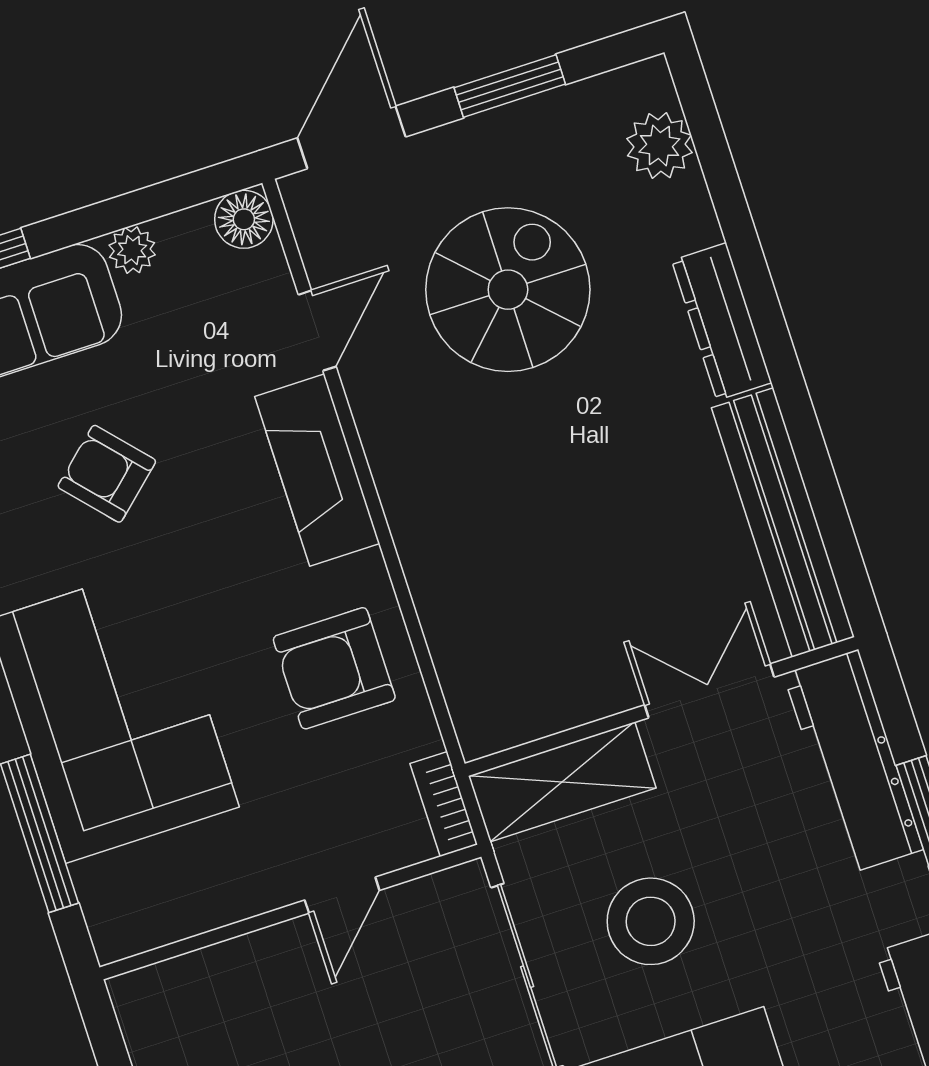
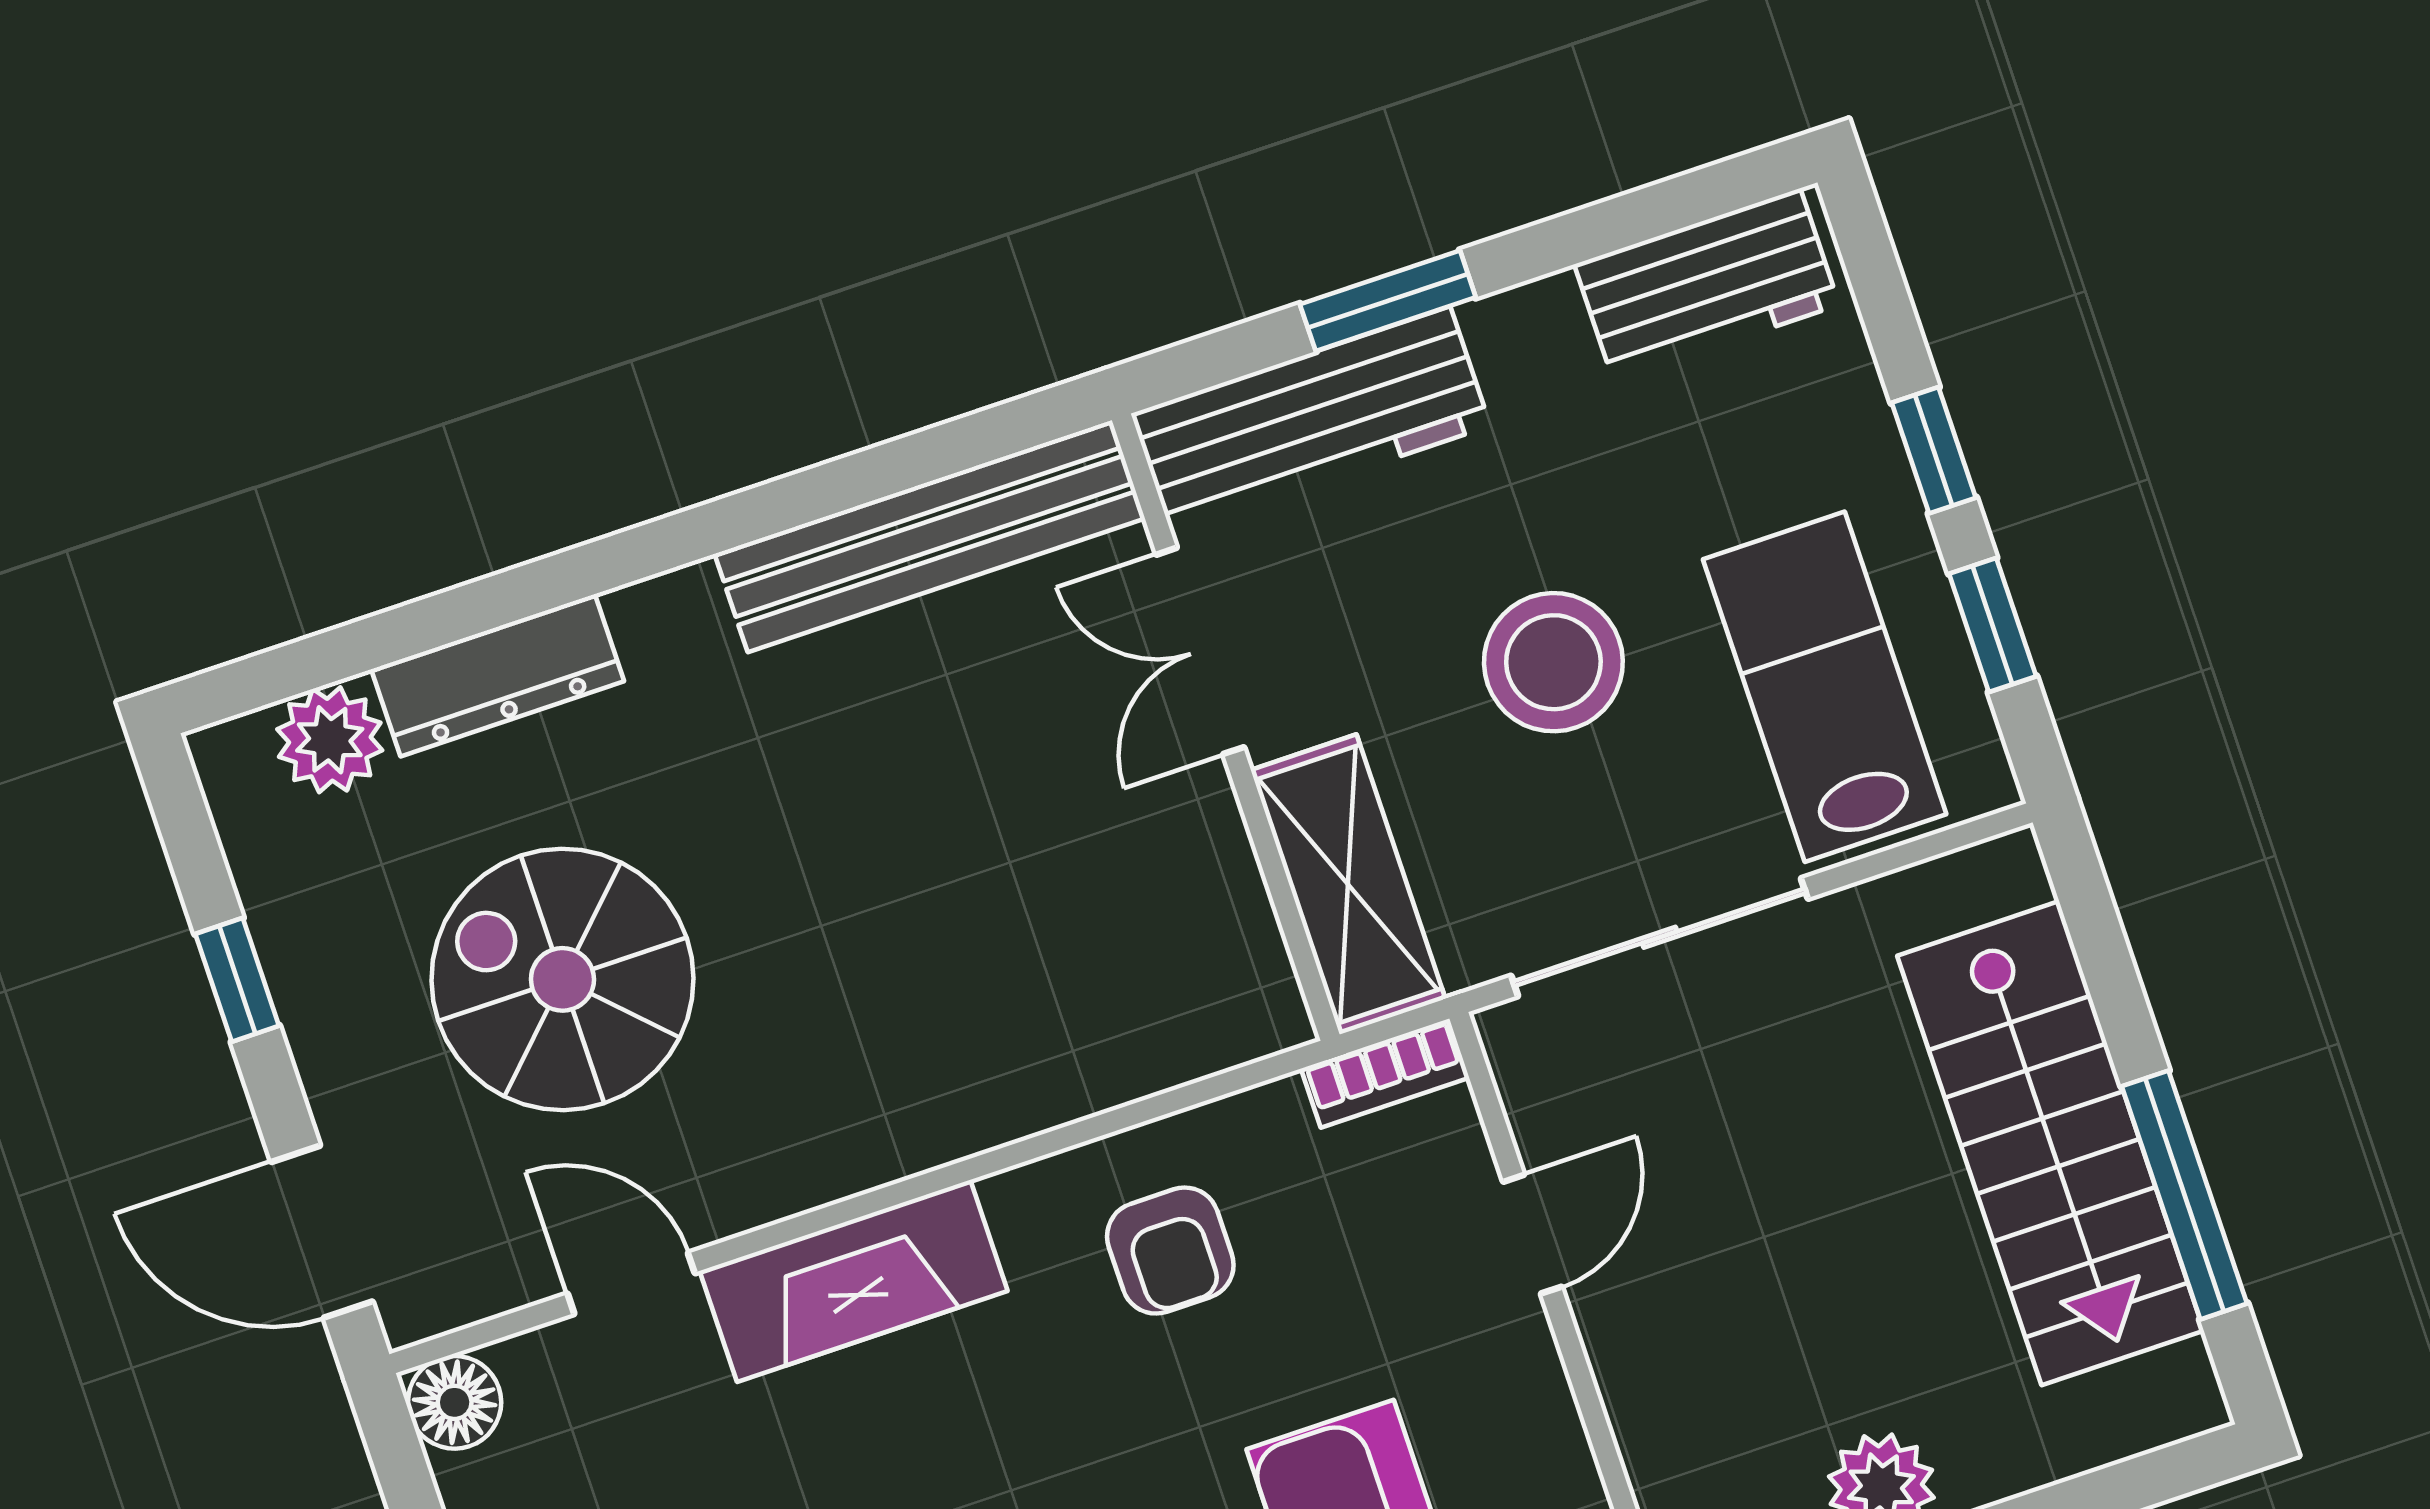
window: (510, 86) -> (237, 980), width x0.67
dresser: (722, 322) -> (498, 675), moved
armchair: (334, 668) -> (1170, 1251), width x0.72, depth x0.72
door: (342, 895) -> (1532, 1234), hinge flipped
stool: (651, 921) -> (1553, 662), moved

